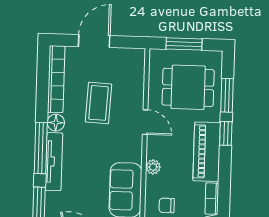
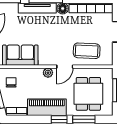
coffee table: (99, 103) -> (87, 51), moved
plant: (153, 167) -> (48, 73), moved

